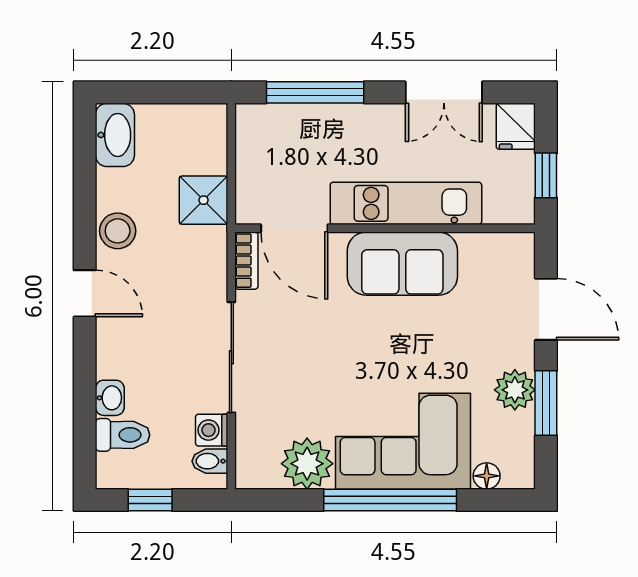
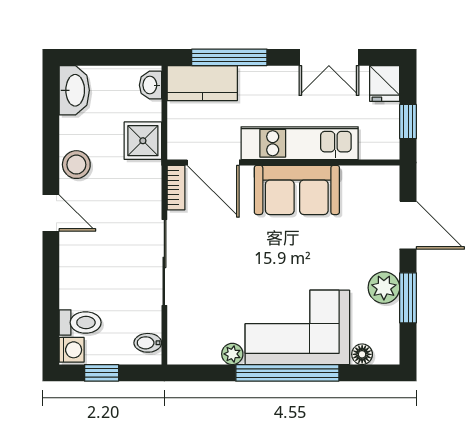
kitchen counter: (280, 126) -> (202, 83), added
washbasin: (110, 398) -> (151, 85), moved, turned 180
washing machine: (212, 430) -> (72, 350), moved, turned 180
plant: (307, 464) -> (232, 354), width x0.53, depth x0.53

